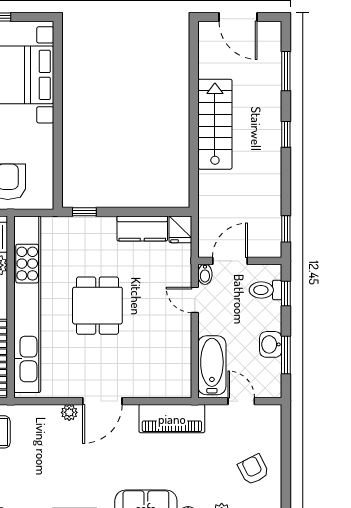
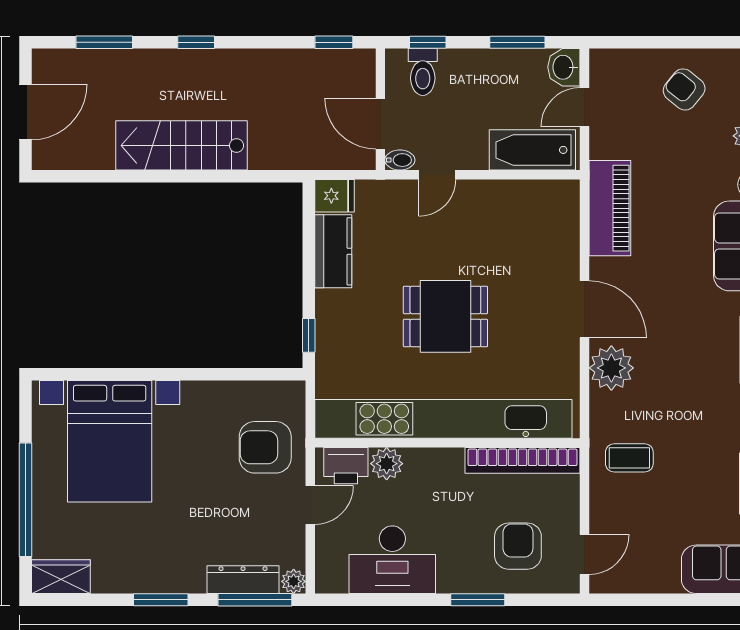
washbasin: (271, 344) -> (564, 67), moved, turned 90
plant: (69, 412) -> (611, 368), width x1.88, depth x1.88
armchair: (253, 470) -> (684, 89), turned 66

